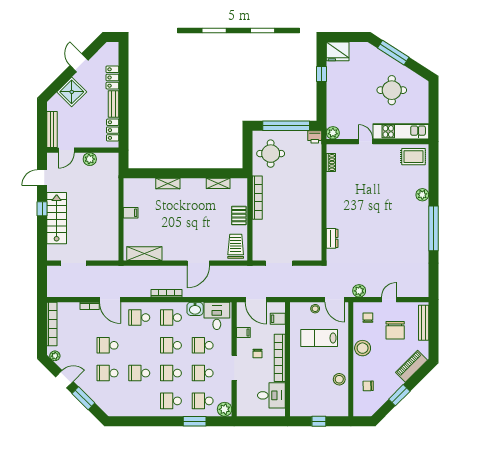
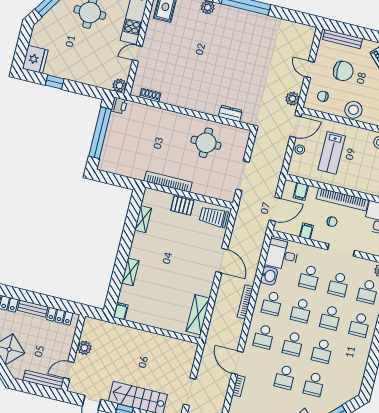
door: (66, 150) -> (69, 370), swing flipped
round table: (271, 154) -> (206, 143), moved
filing cabinet: (131, 213) -> (121, 311), moved
door: (110, 300) -> (237, 363), swing flipped
school desk: (139, 345) -> (293, 344), added

